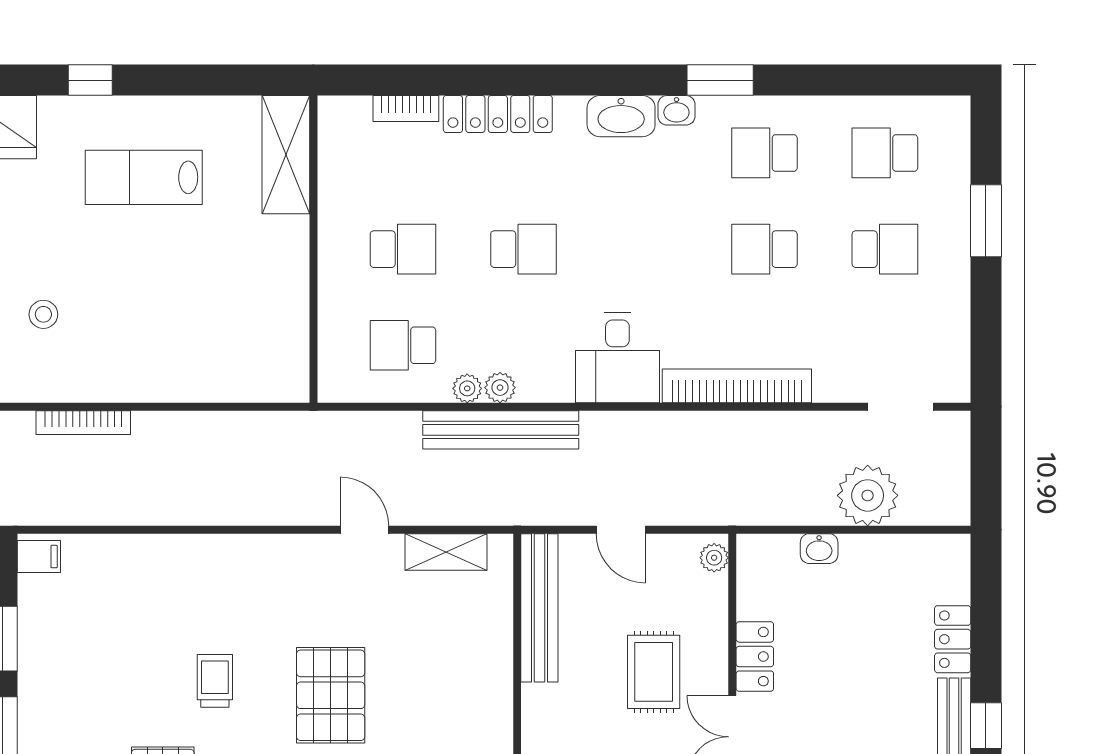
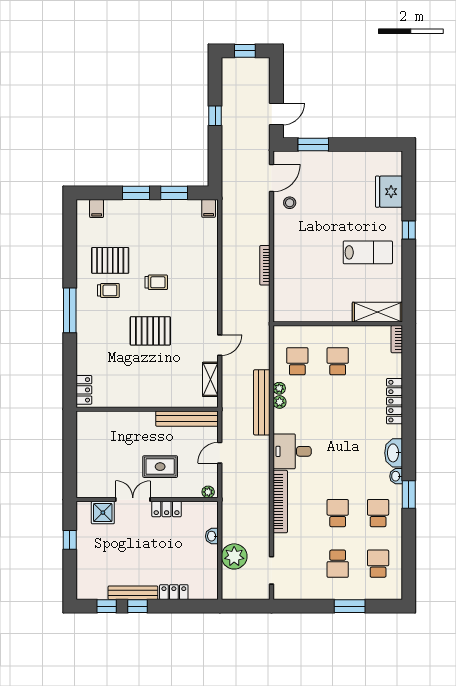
bookcase: (406, 109) -> (397, 339), moved
lab bench: (144, 177) -> (368, 252), turned 90
school desk: (403, 249) -> (338, 361), turned 180
school desk: (523, 249) -> (338, 412), removed
stool: (43, 314) -> (290, 203), moved
bookcase: (83, 423) -> (265, 265), moved

